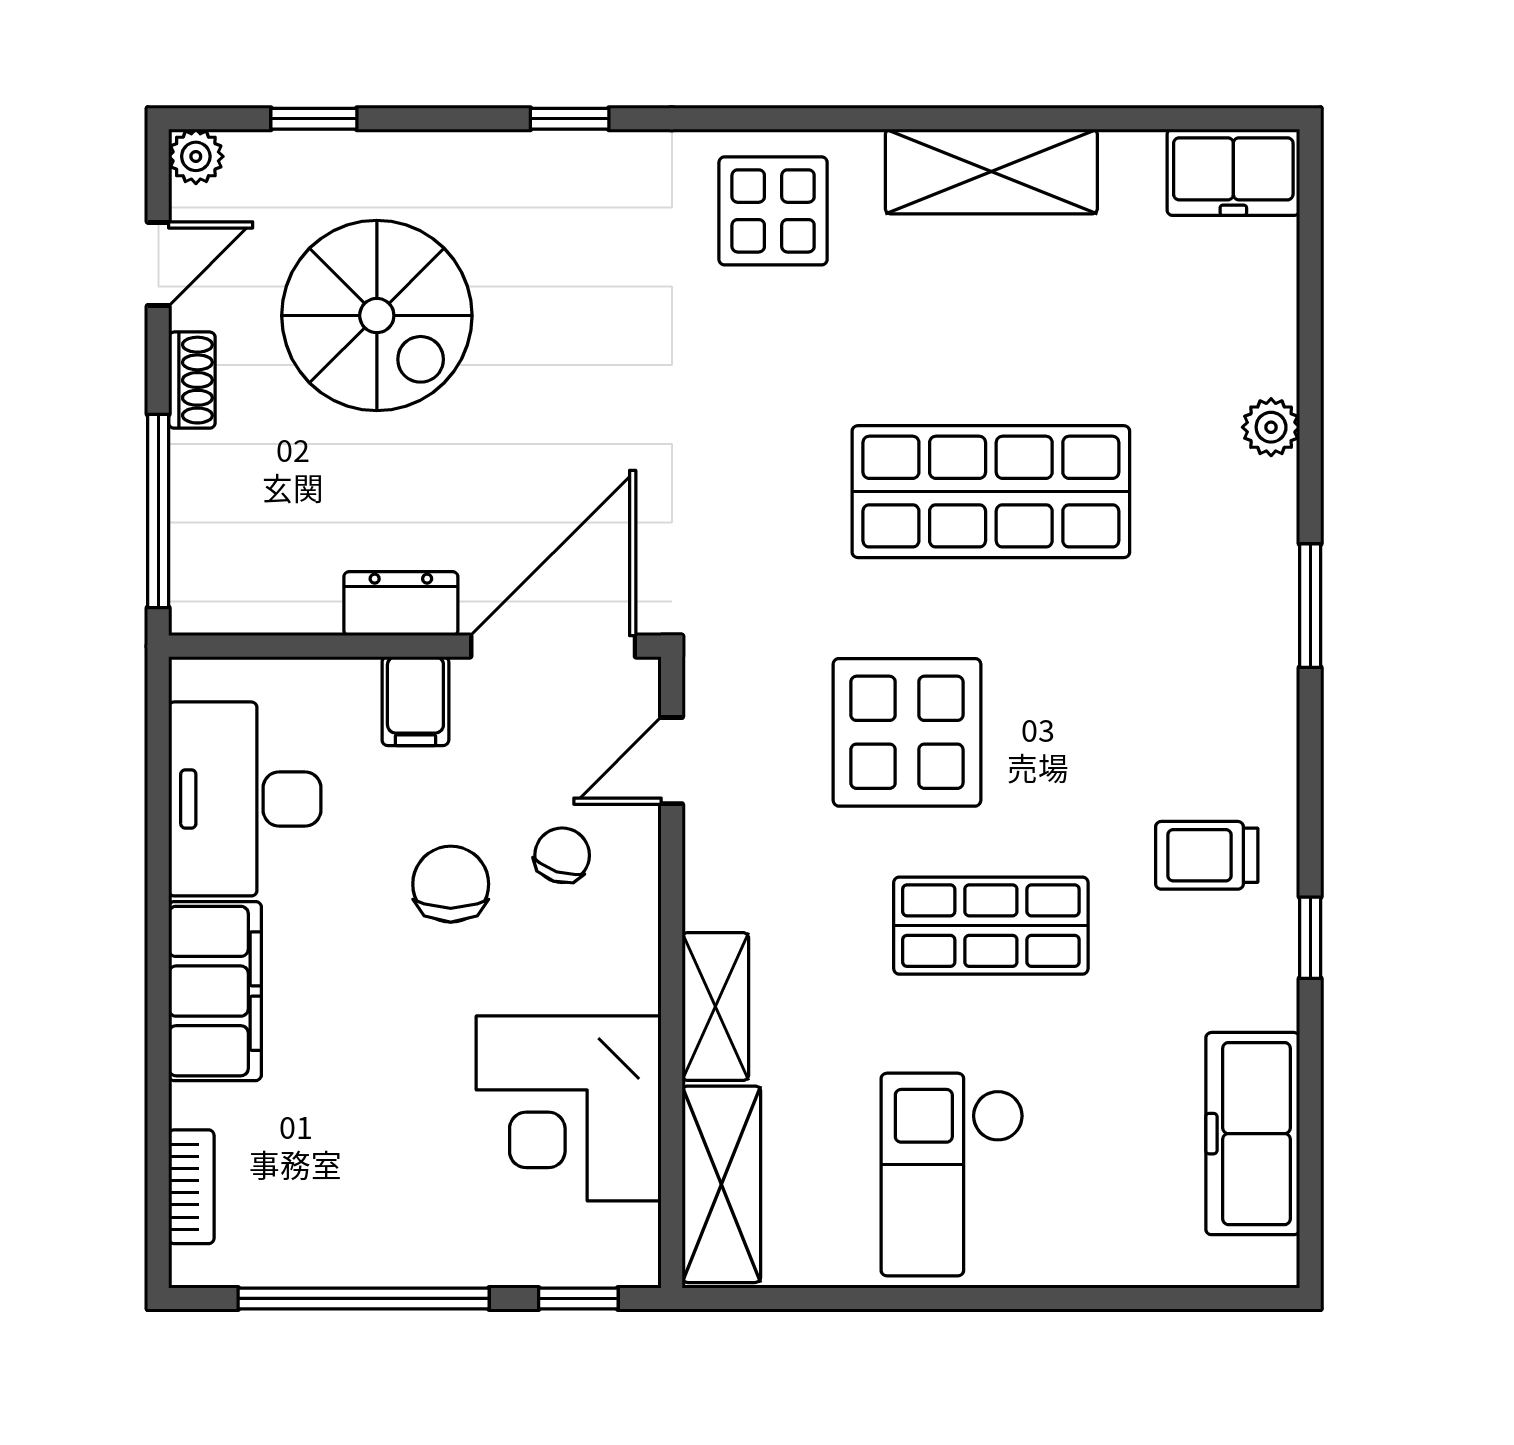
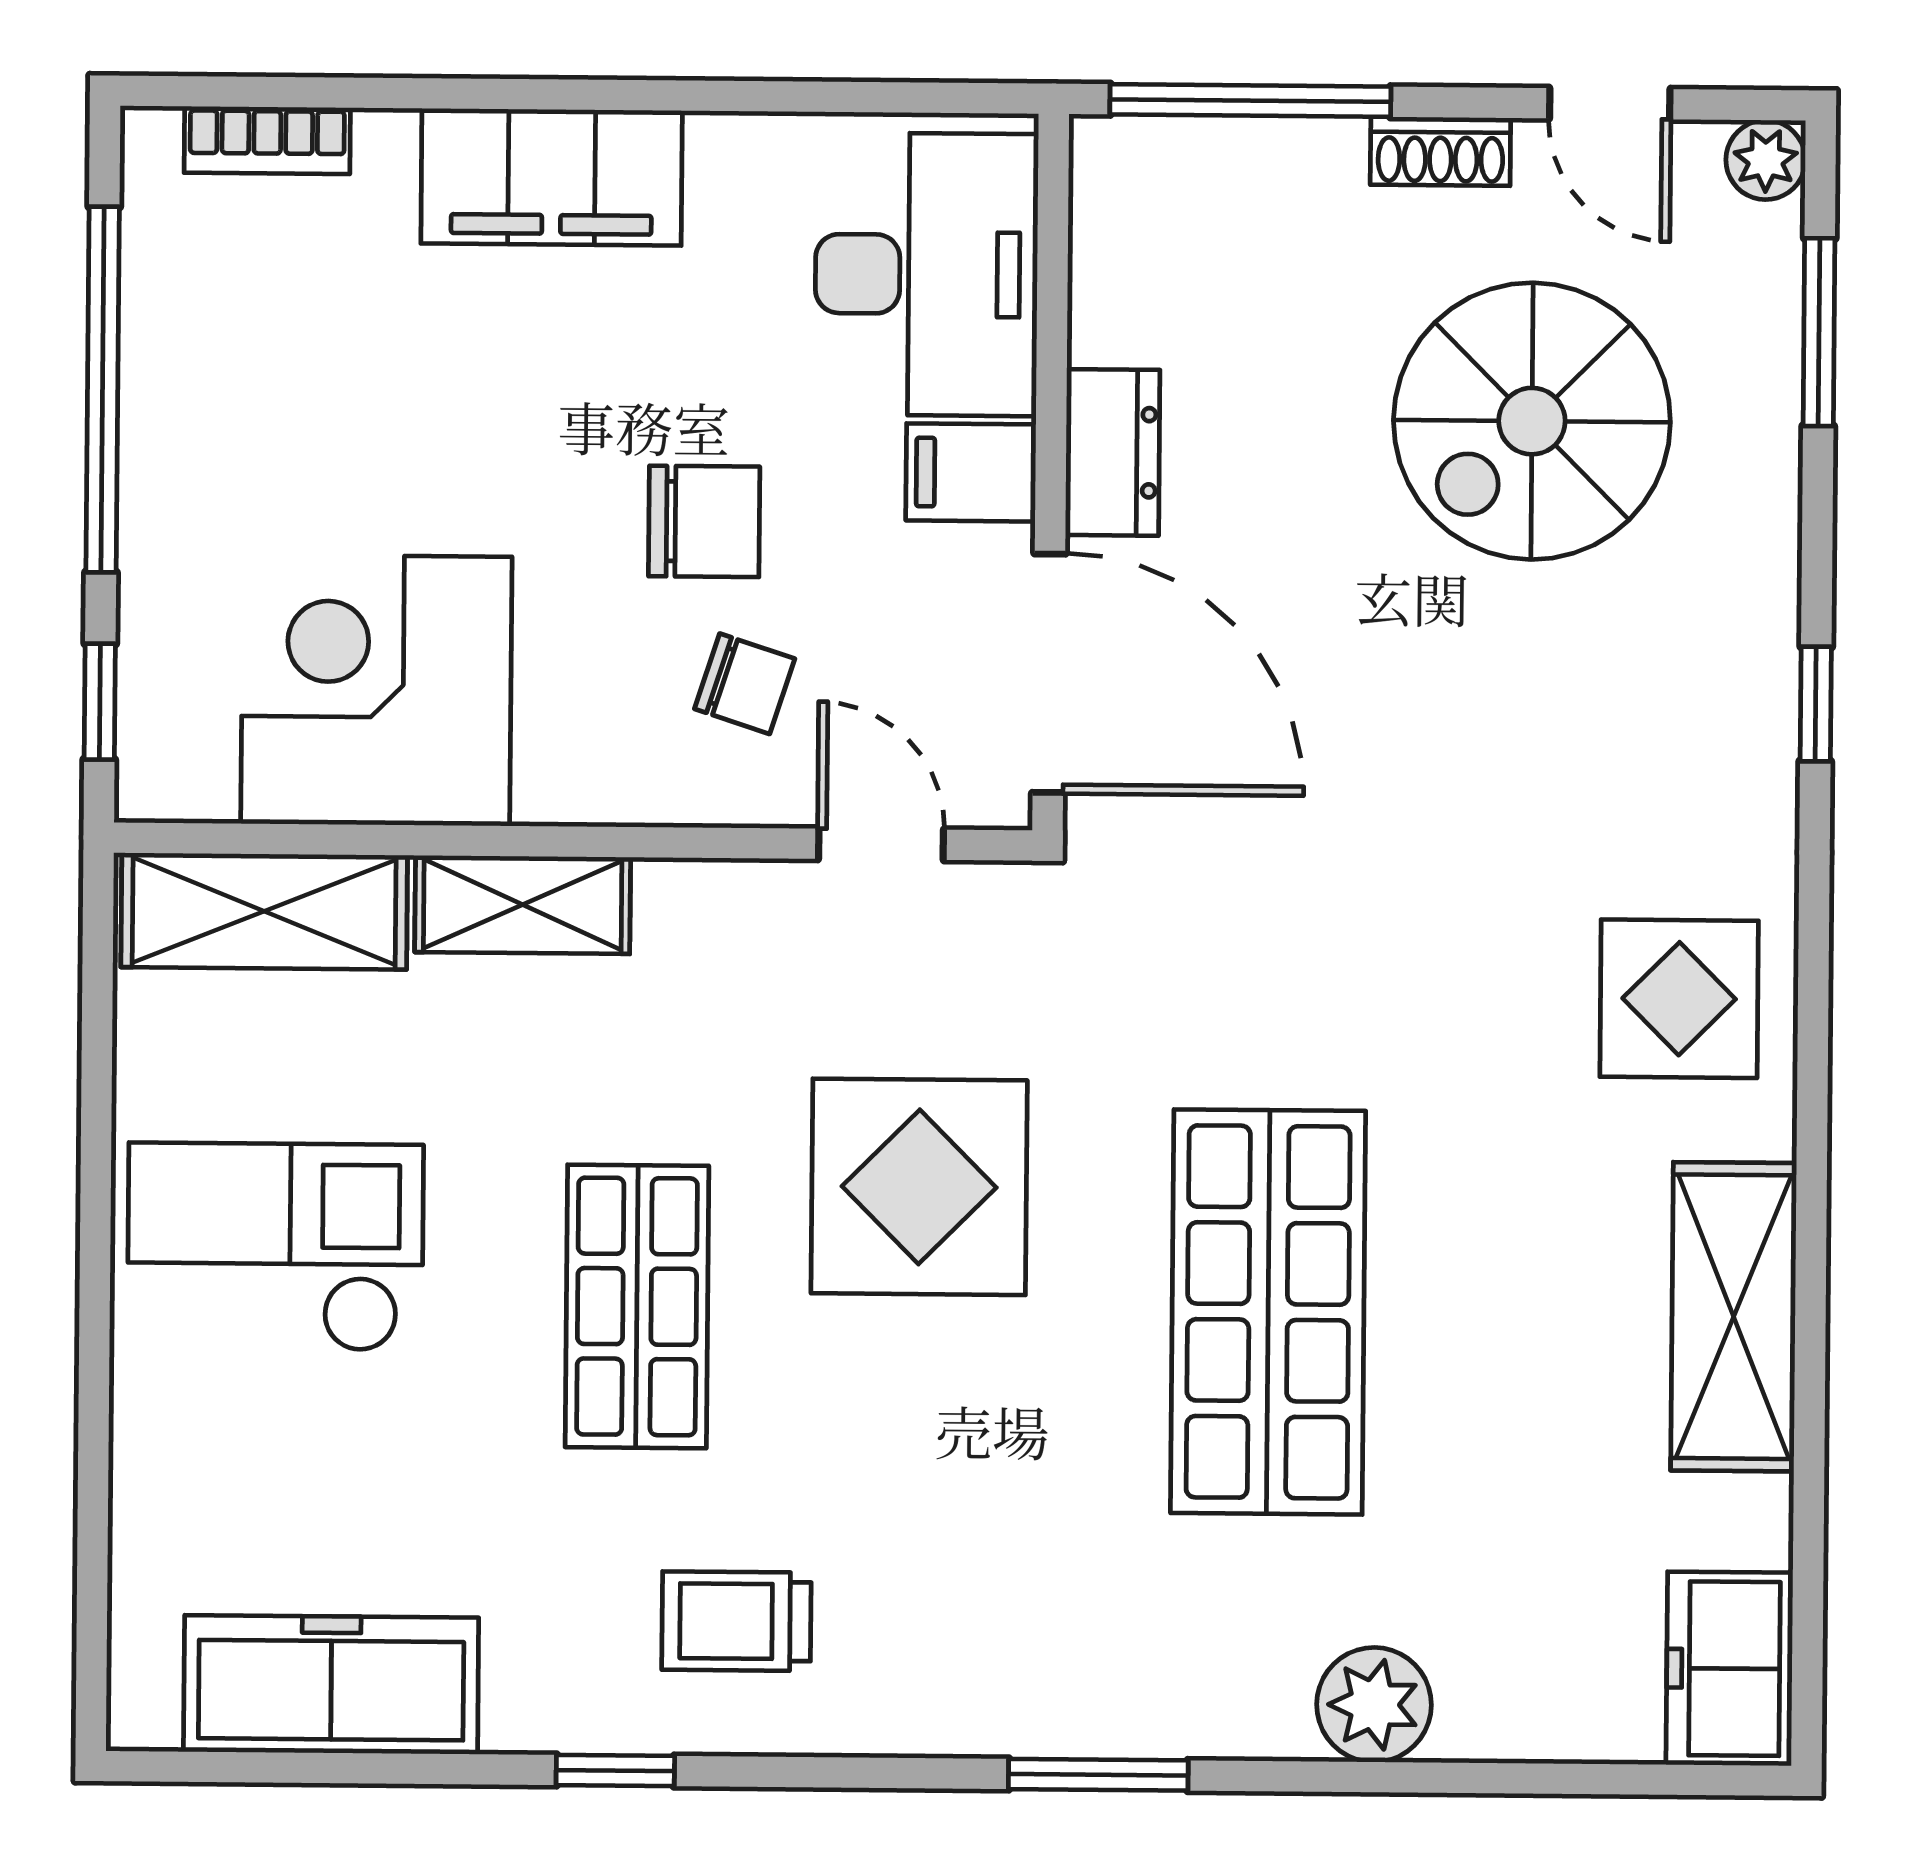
window: (314, 119) -> (1819, 332), width x1.50
plant: (1271, 427) -> (1374, 1705), width x1.38, depth x1.38
desk: (245, 799) -> (926, 274), moved, turned 90
trolley: (1207, 855) -> (736, 1621), turned -90

